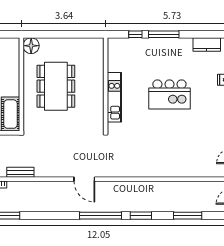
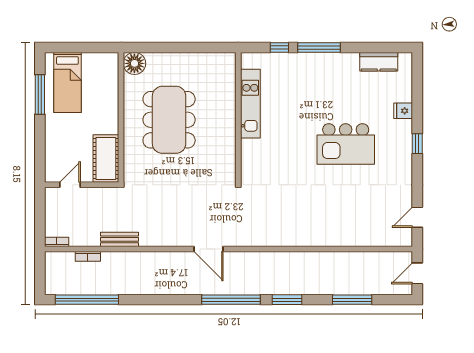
kitchen island: (169, 94) -> (346, 144), moved
kitchen unit: (114, 97) -> (250, 104), moved

